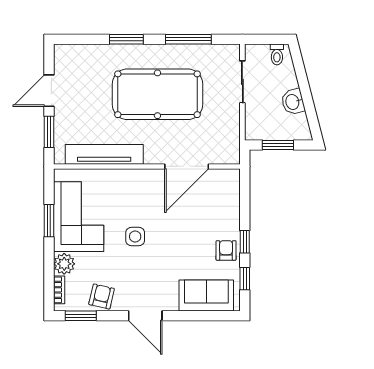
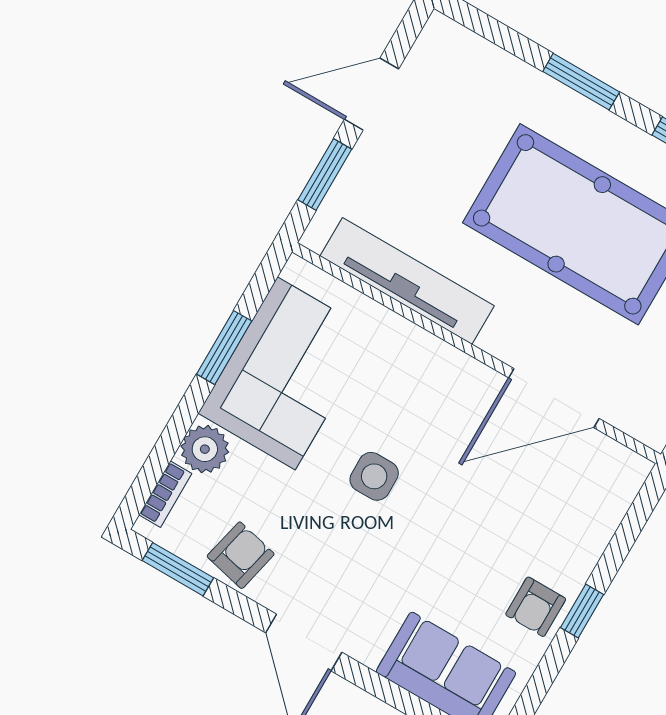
armchair: (226, 250) -> (536, 607), turned 180
window: (245, 279) -> (540, 683), removed

